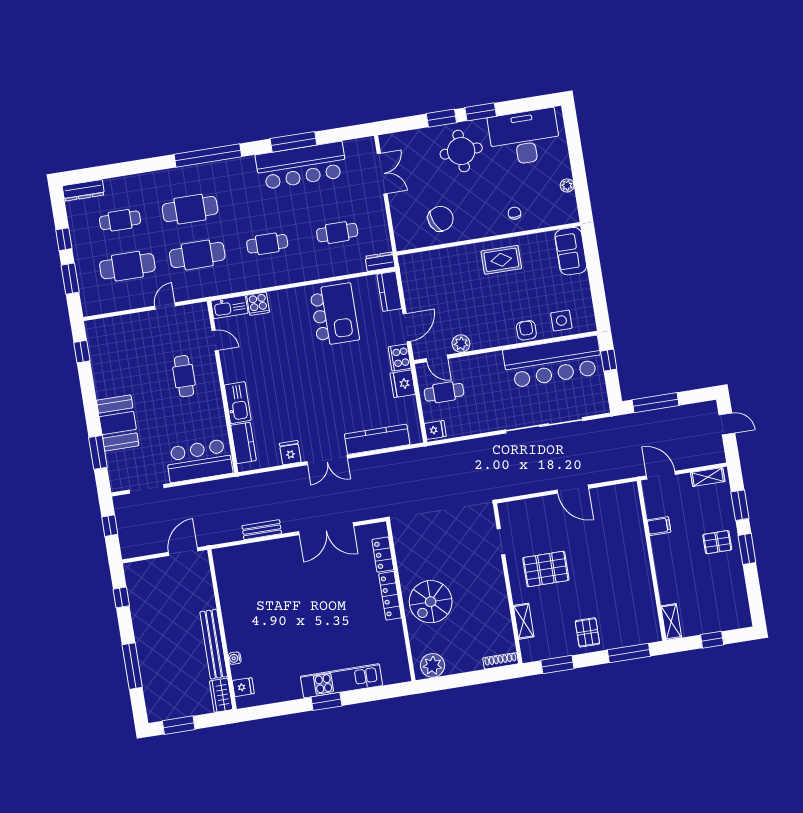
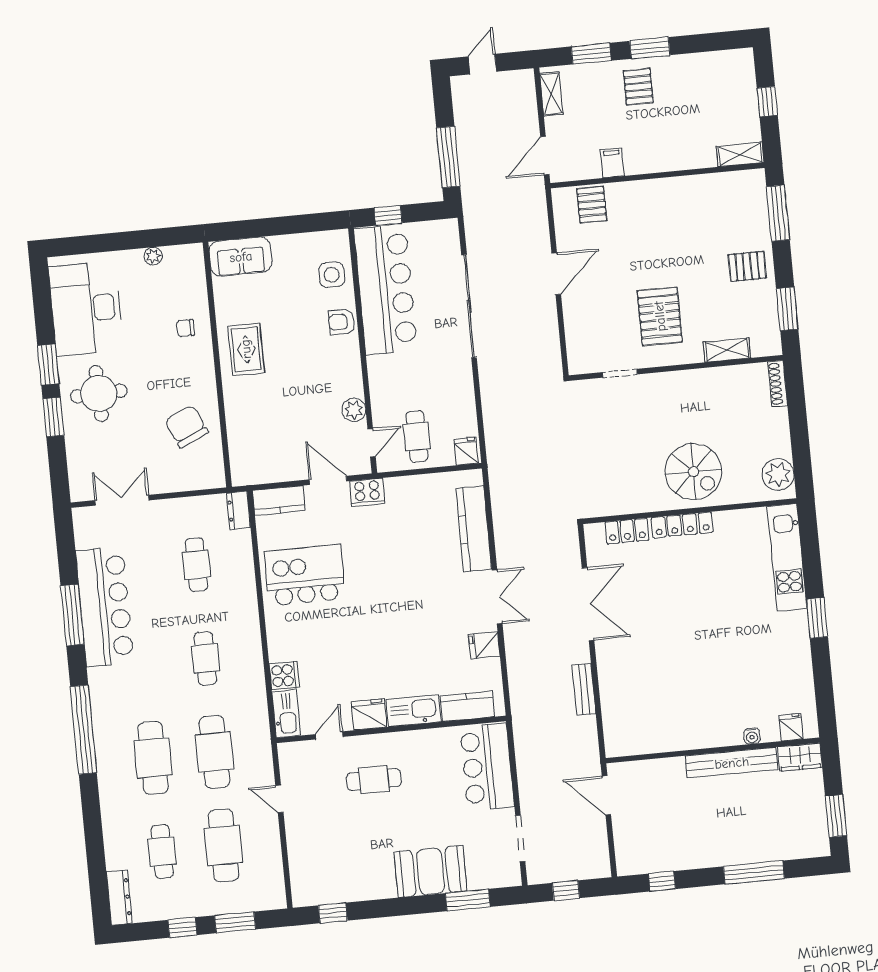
fridge: (403, 384) -> (369, 714), moved, turned 180
pallet: (626, 513) -> (592, 205), added
kitchen unit: (342, 681) -> (787, 557), moved

